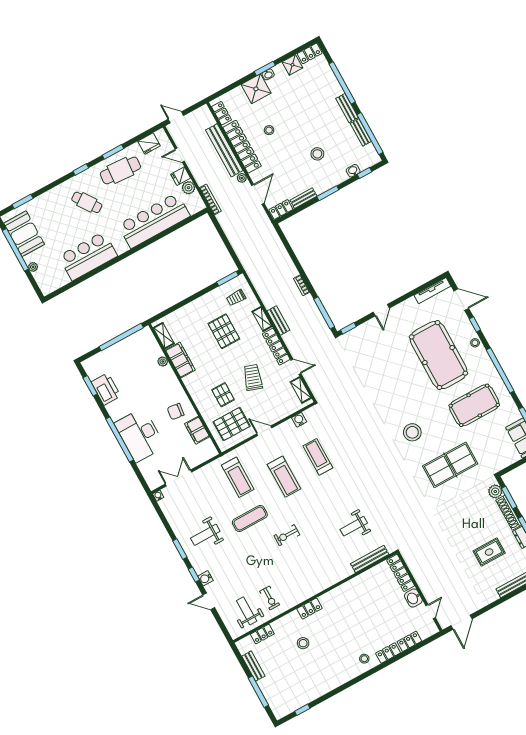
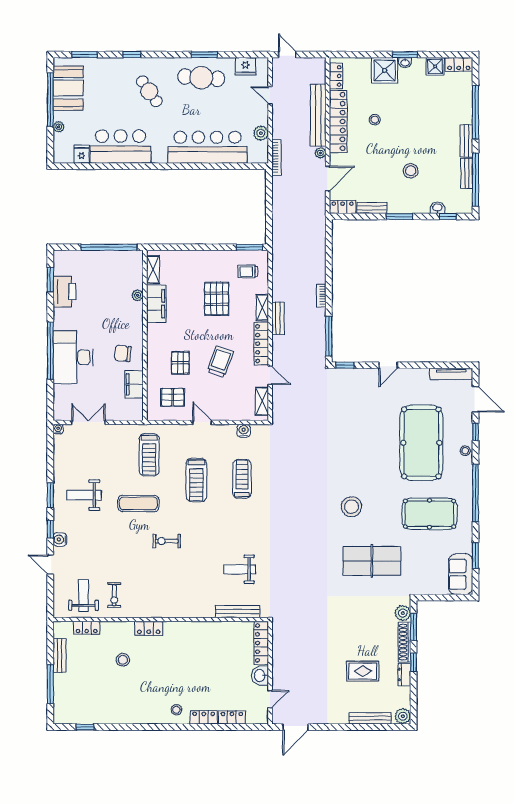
window: (81, 170) -> (132, 55), moved
fridge: (181, 176) -> (81, 154), moved, turned 90
pallet: (232, 424) -> (173, 397), width x0.67, depth x0.71

